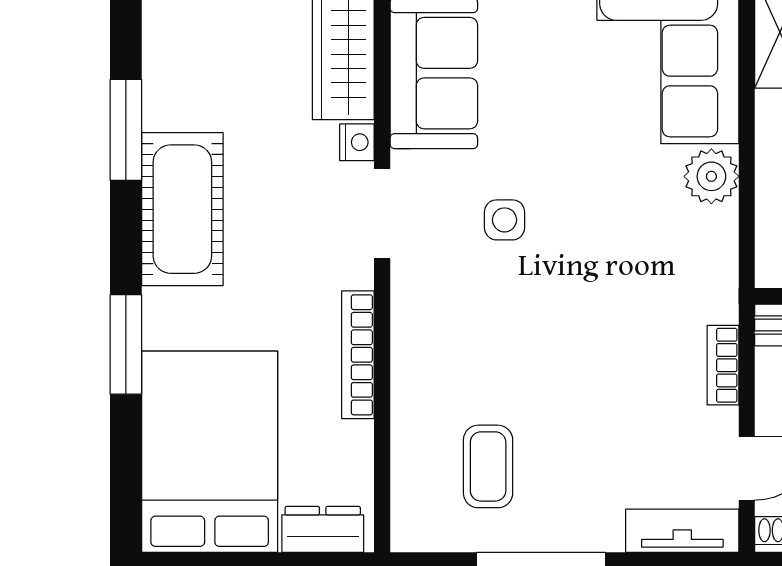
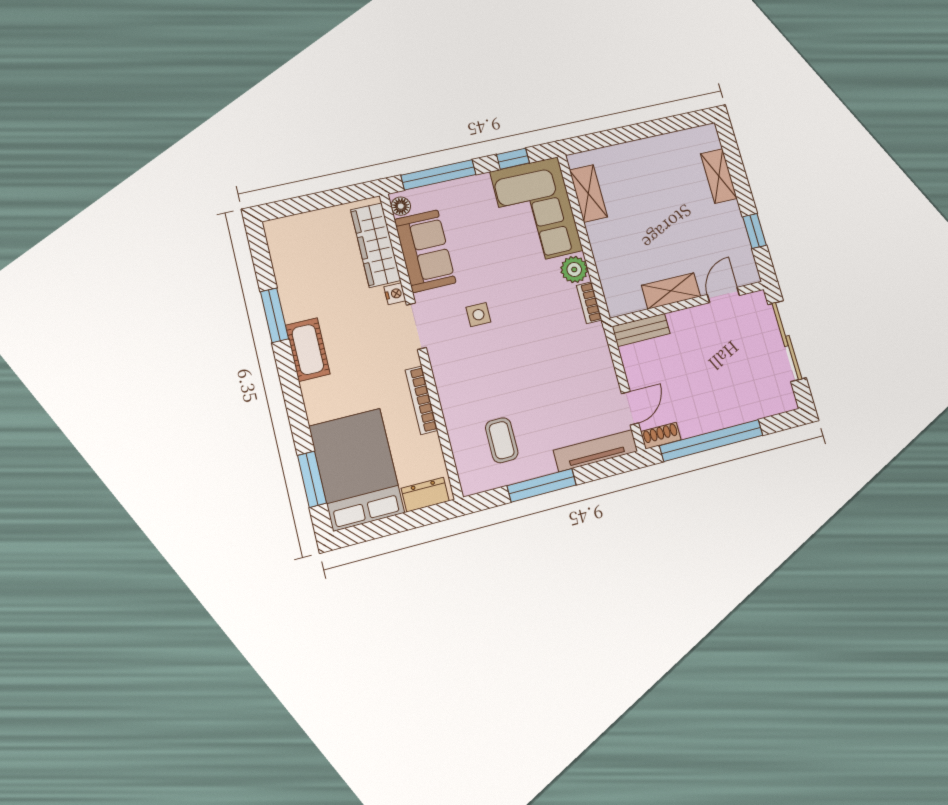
cot: (182, 209) -> (308, 350), width x0.73, depth x0.75
window: (126, 344) -> (312, 479), moved
bookcase: (723, 365) -> (589, 303), moved
tv unit: (682, 531) -> (596, 451), width x1.41

